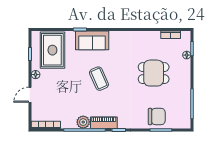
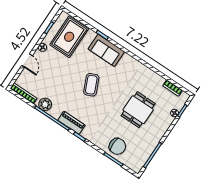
dining table: (154, 73) -> (138, 110), turned 90
door: (30, 95) -> (27, 61), swing flipped
plant: (83, 122) -> (45, 104), moved

